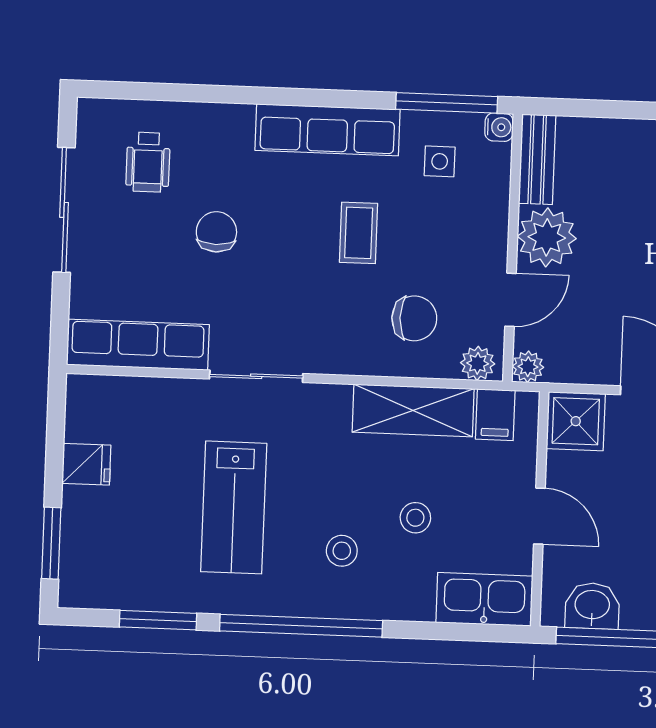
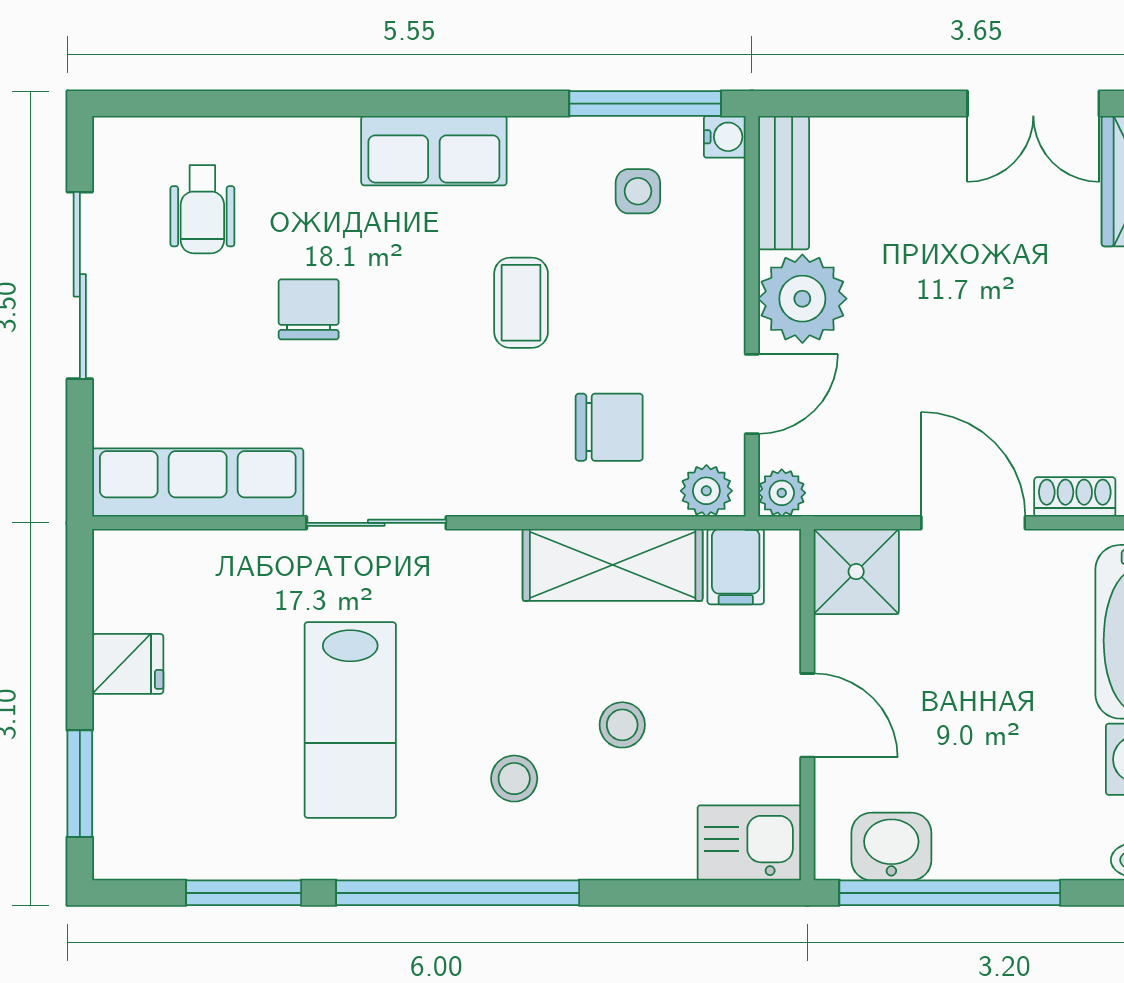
row of seats: (327, 130) -> (434, 151), width x0.68
kitchen sink: (484, 599) -> (749, 843), width x0.73

